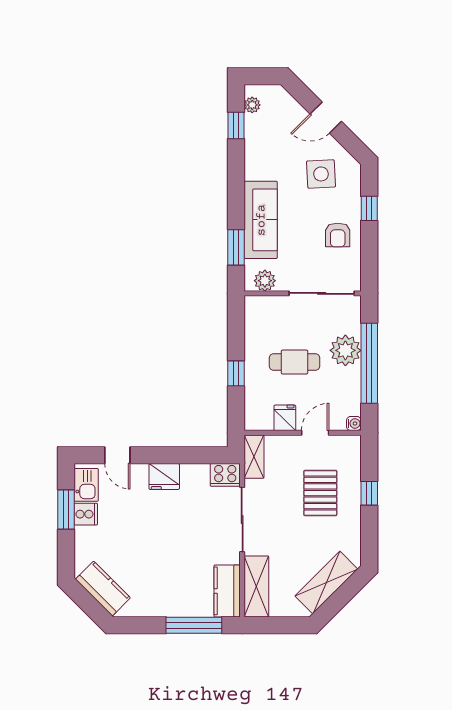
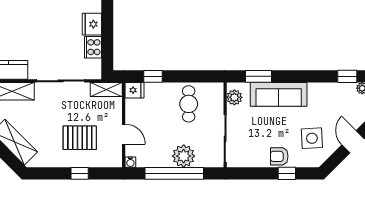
armchair: (338, 235) -> (279, 156), moved
cafe table: (294, 362) -> (189, 104), moved
window: (236, 373) -> (153, 76), moved
fridge: (285, 418) -> (135, 90), moved
cooker: (225, 475) -> (93, 47), moved

